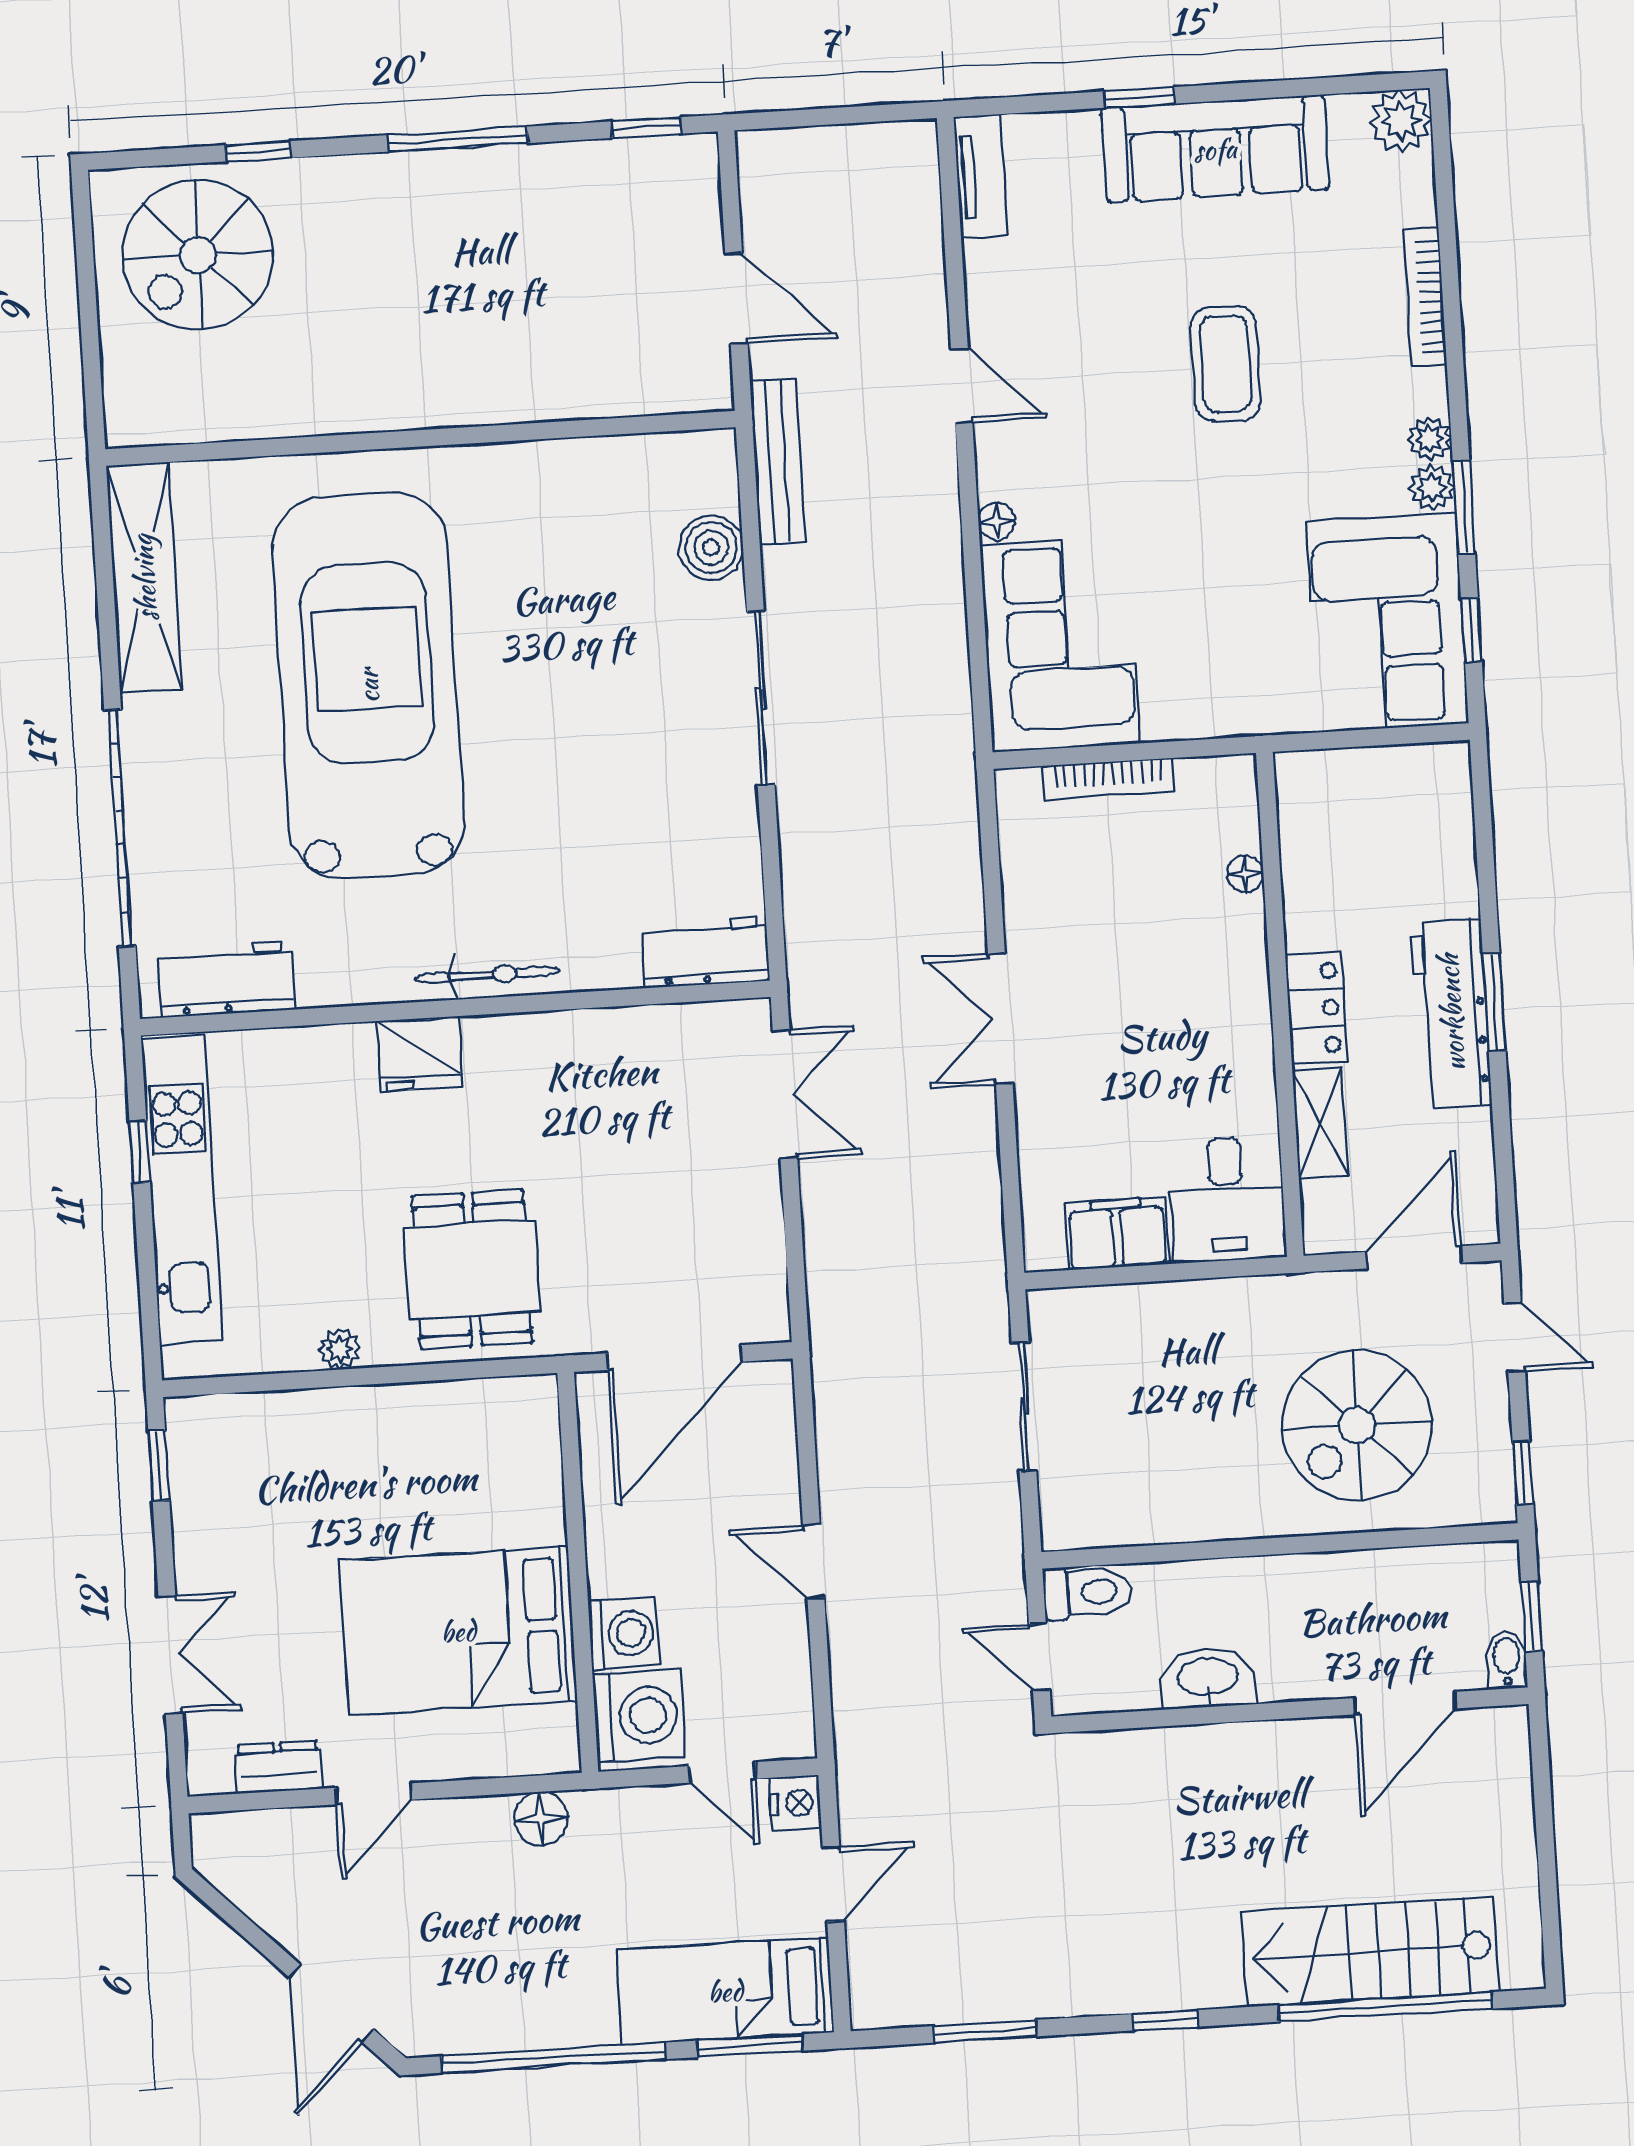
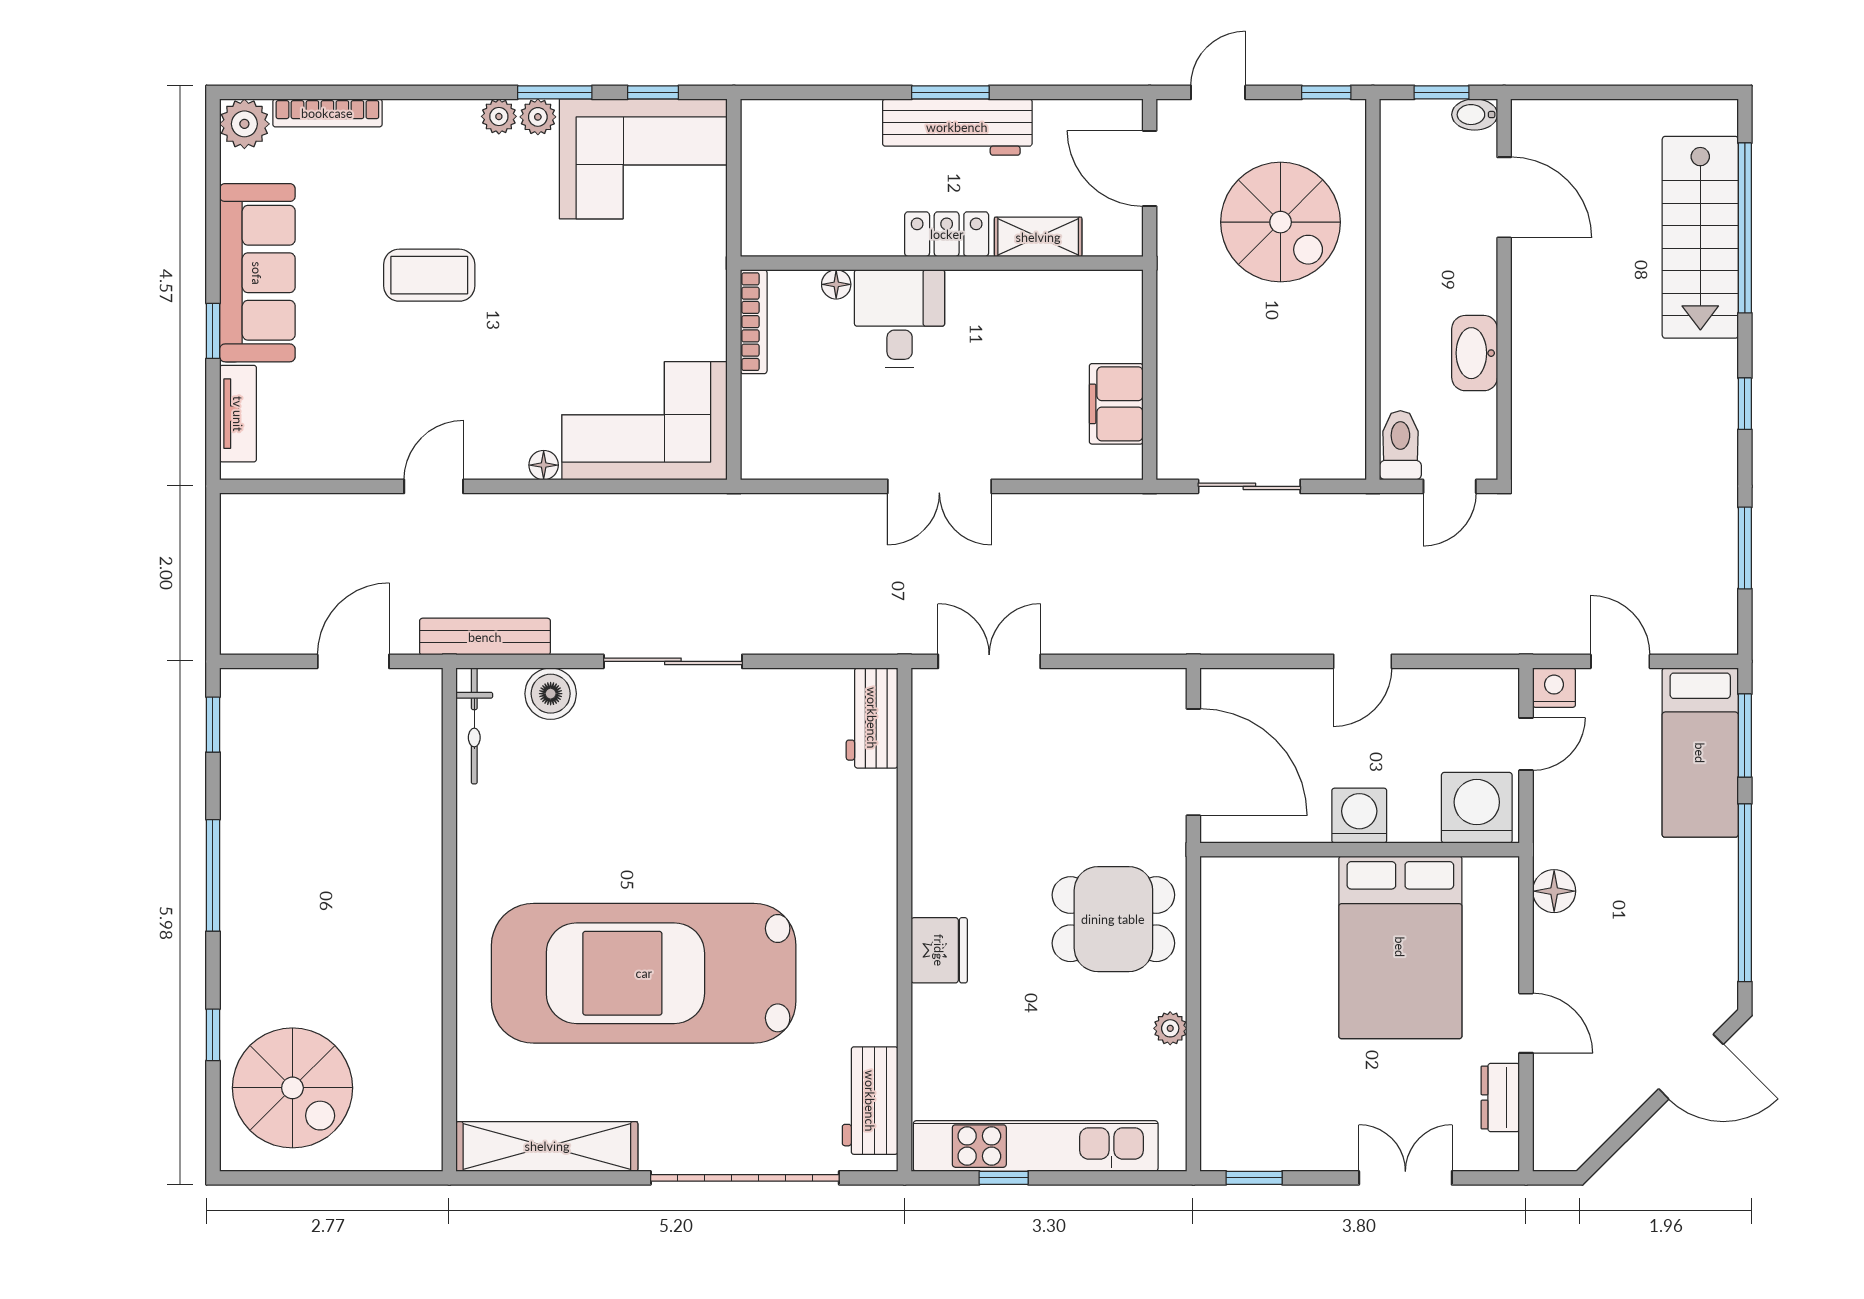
tv unit: (980, 176) -> (238, 414), moved, turned 90
bookcase: (1425, 297) -> (327, 113), moved
bookcase: (1109, 779) -> (754, 322), moved
bicycle: (487, 975) -> (474, 726), moved, turned 180
desk: (1227, 1199) -> (900, 318), moved, turned -90
washing machine: (624, 1633) -> (1359, 816), moved

